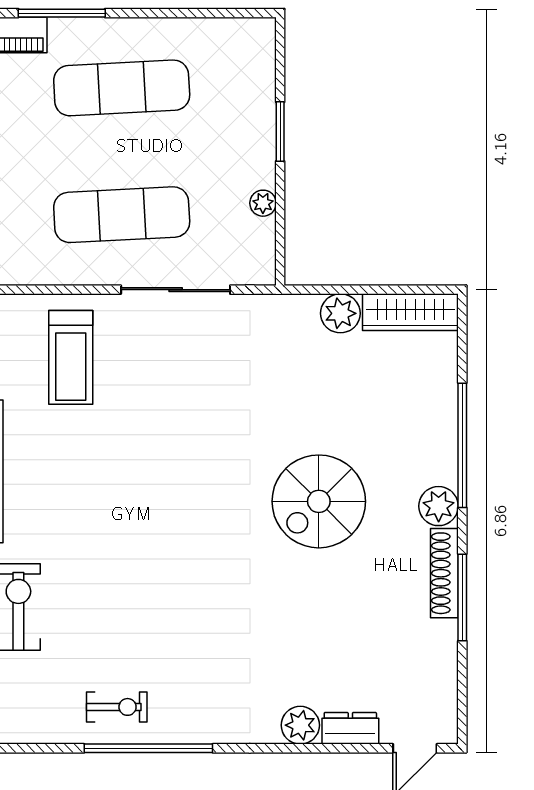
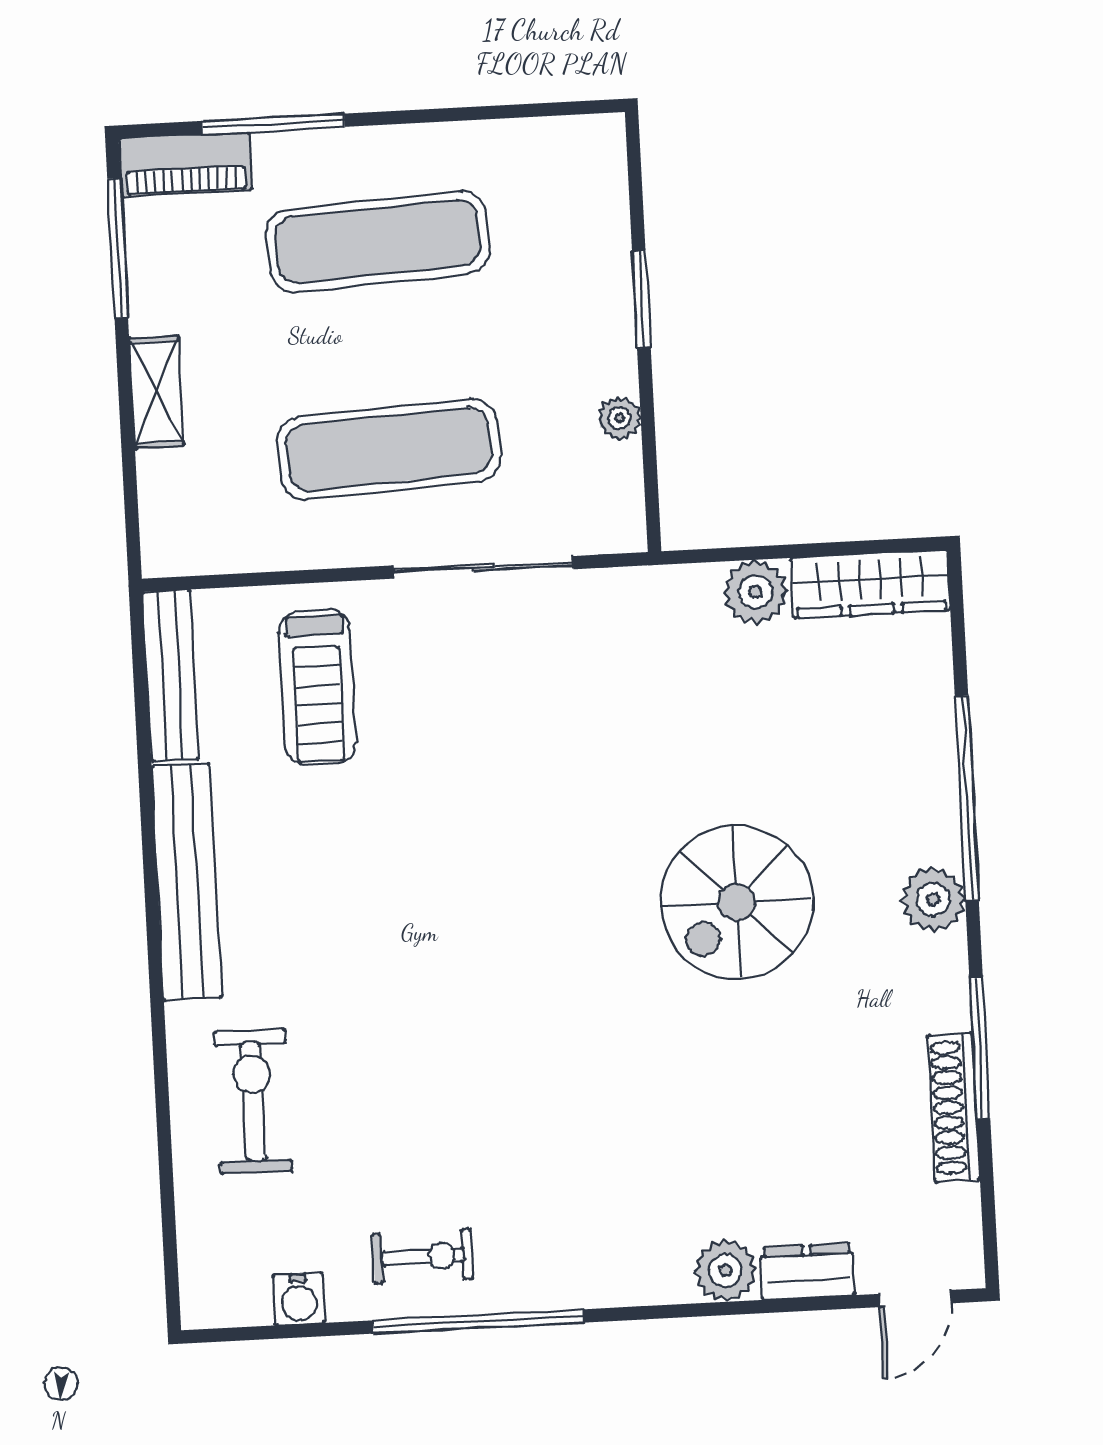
shoe rack: (444, 573) -> (954, 1107), moved
water cooler: (40, 729) -> (299, 1299), added

